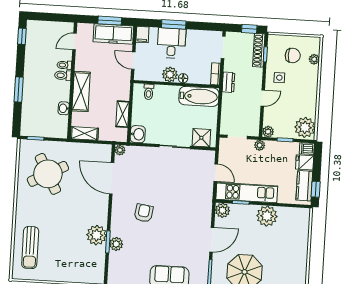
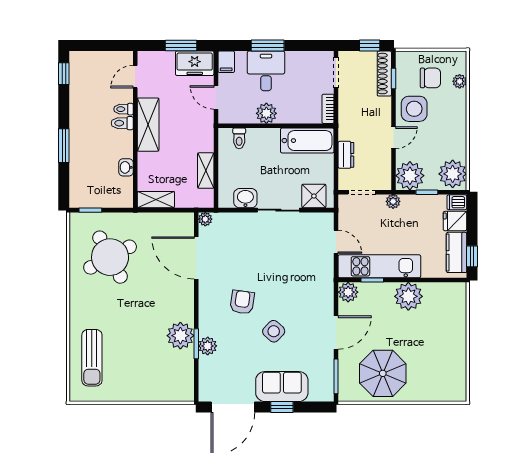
freezer: (113, 34) -> (195, 63), width x0.71
floor lamp: (183, 78) -> (284, 117), removed
side table: (279, 78) -> (414, 109), width x1.87, depth x1.87
dresser: (228, 82) -> (346, 155), moved
shelving: (81, 91) -> (148, 125), moved
plant: (268, 132) -> (410, 176), width x1.88, depth x1.88
washbasin: (138, 134) -> (245, 198), moved, turned -90
side table: (166, 236) -> (274, 331), added

